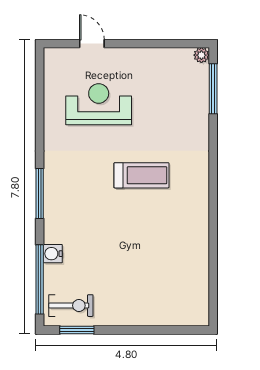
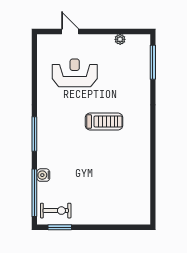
plant: (201, 55) -> (120, 39), moved

